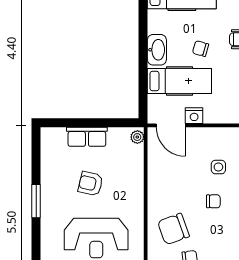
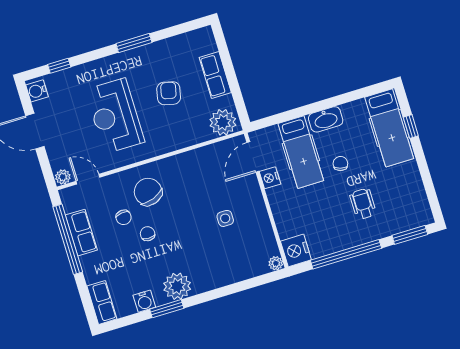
plant: (137, 137) -> (223, 122), width x1.88, depth x1.88
chair: (213, 201) -> (148, 234), moved, turned 180

